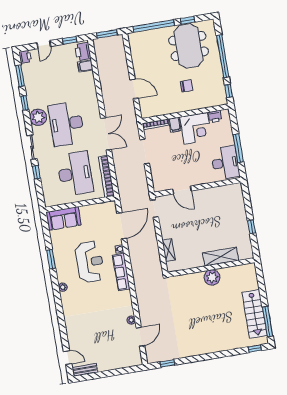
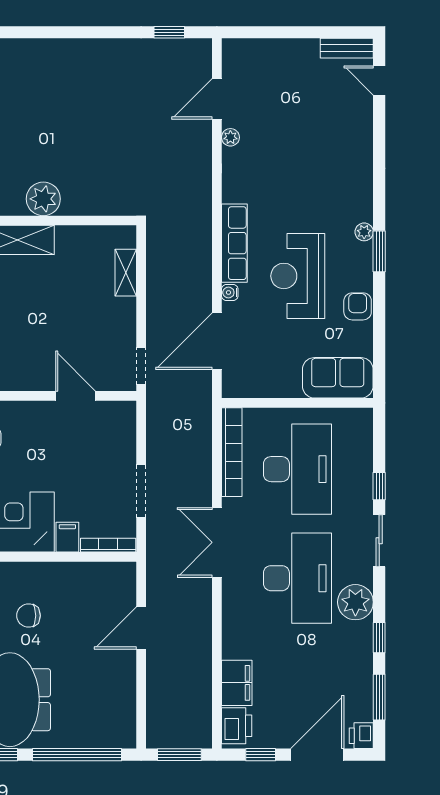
door: (44, 45) -> (317, 755), width x1.87
filing cabinet: (85, 66) -> (237, 683), width x2.00
door: (134, 89) -> (141, 628), hinge flipped
desk: (75, 174) -> (297, 469), turned 180
armchair: (60, 253) -> (358, 306), added
window: (51, 259) -> (379, 251), moved

